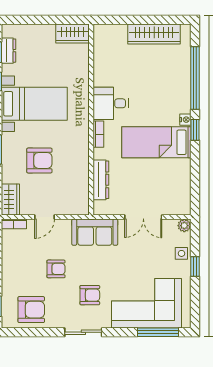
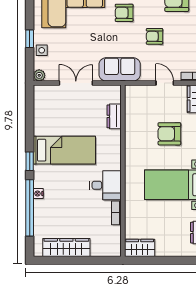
nightstand: (185, 120) -> (38, 194), moved
bookcase: (98, 134) -> (116, 213), moved
dresser: (101, 180) -> (114, 116), width x0.70
door: (45, 217) -> (165, 83), hinge flipped

